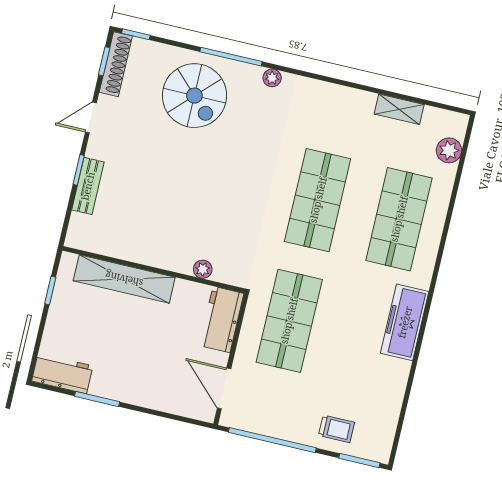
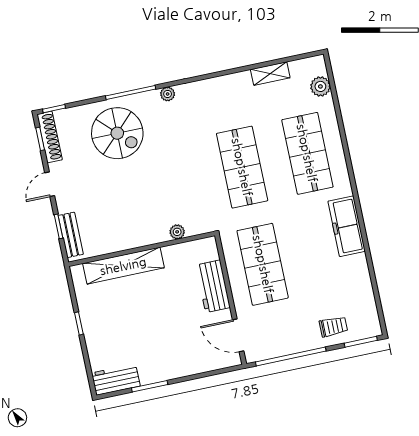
plant: (203, 269) -> (177, 232), moved
wall: (154, 270) -> (142, 249), moved
shelving: (124, 279) -> (123, 266), moved

